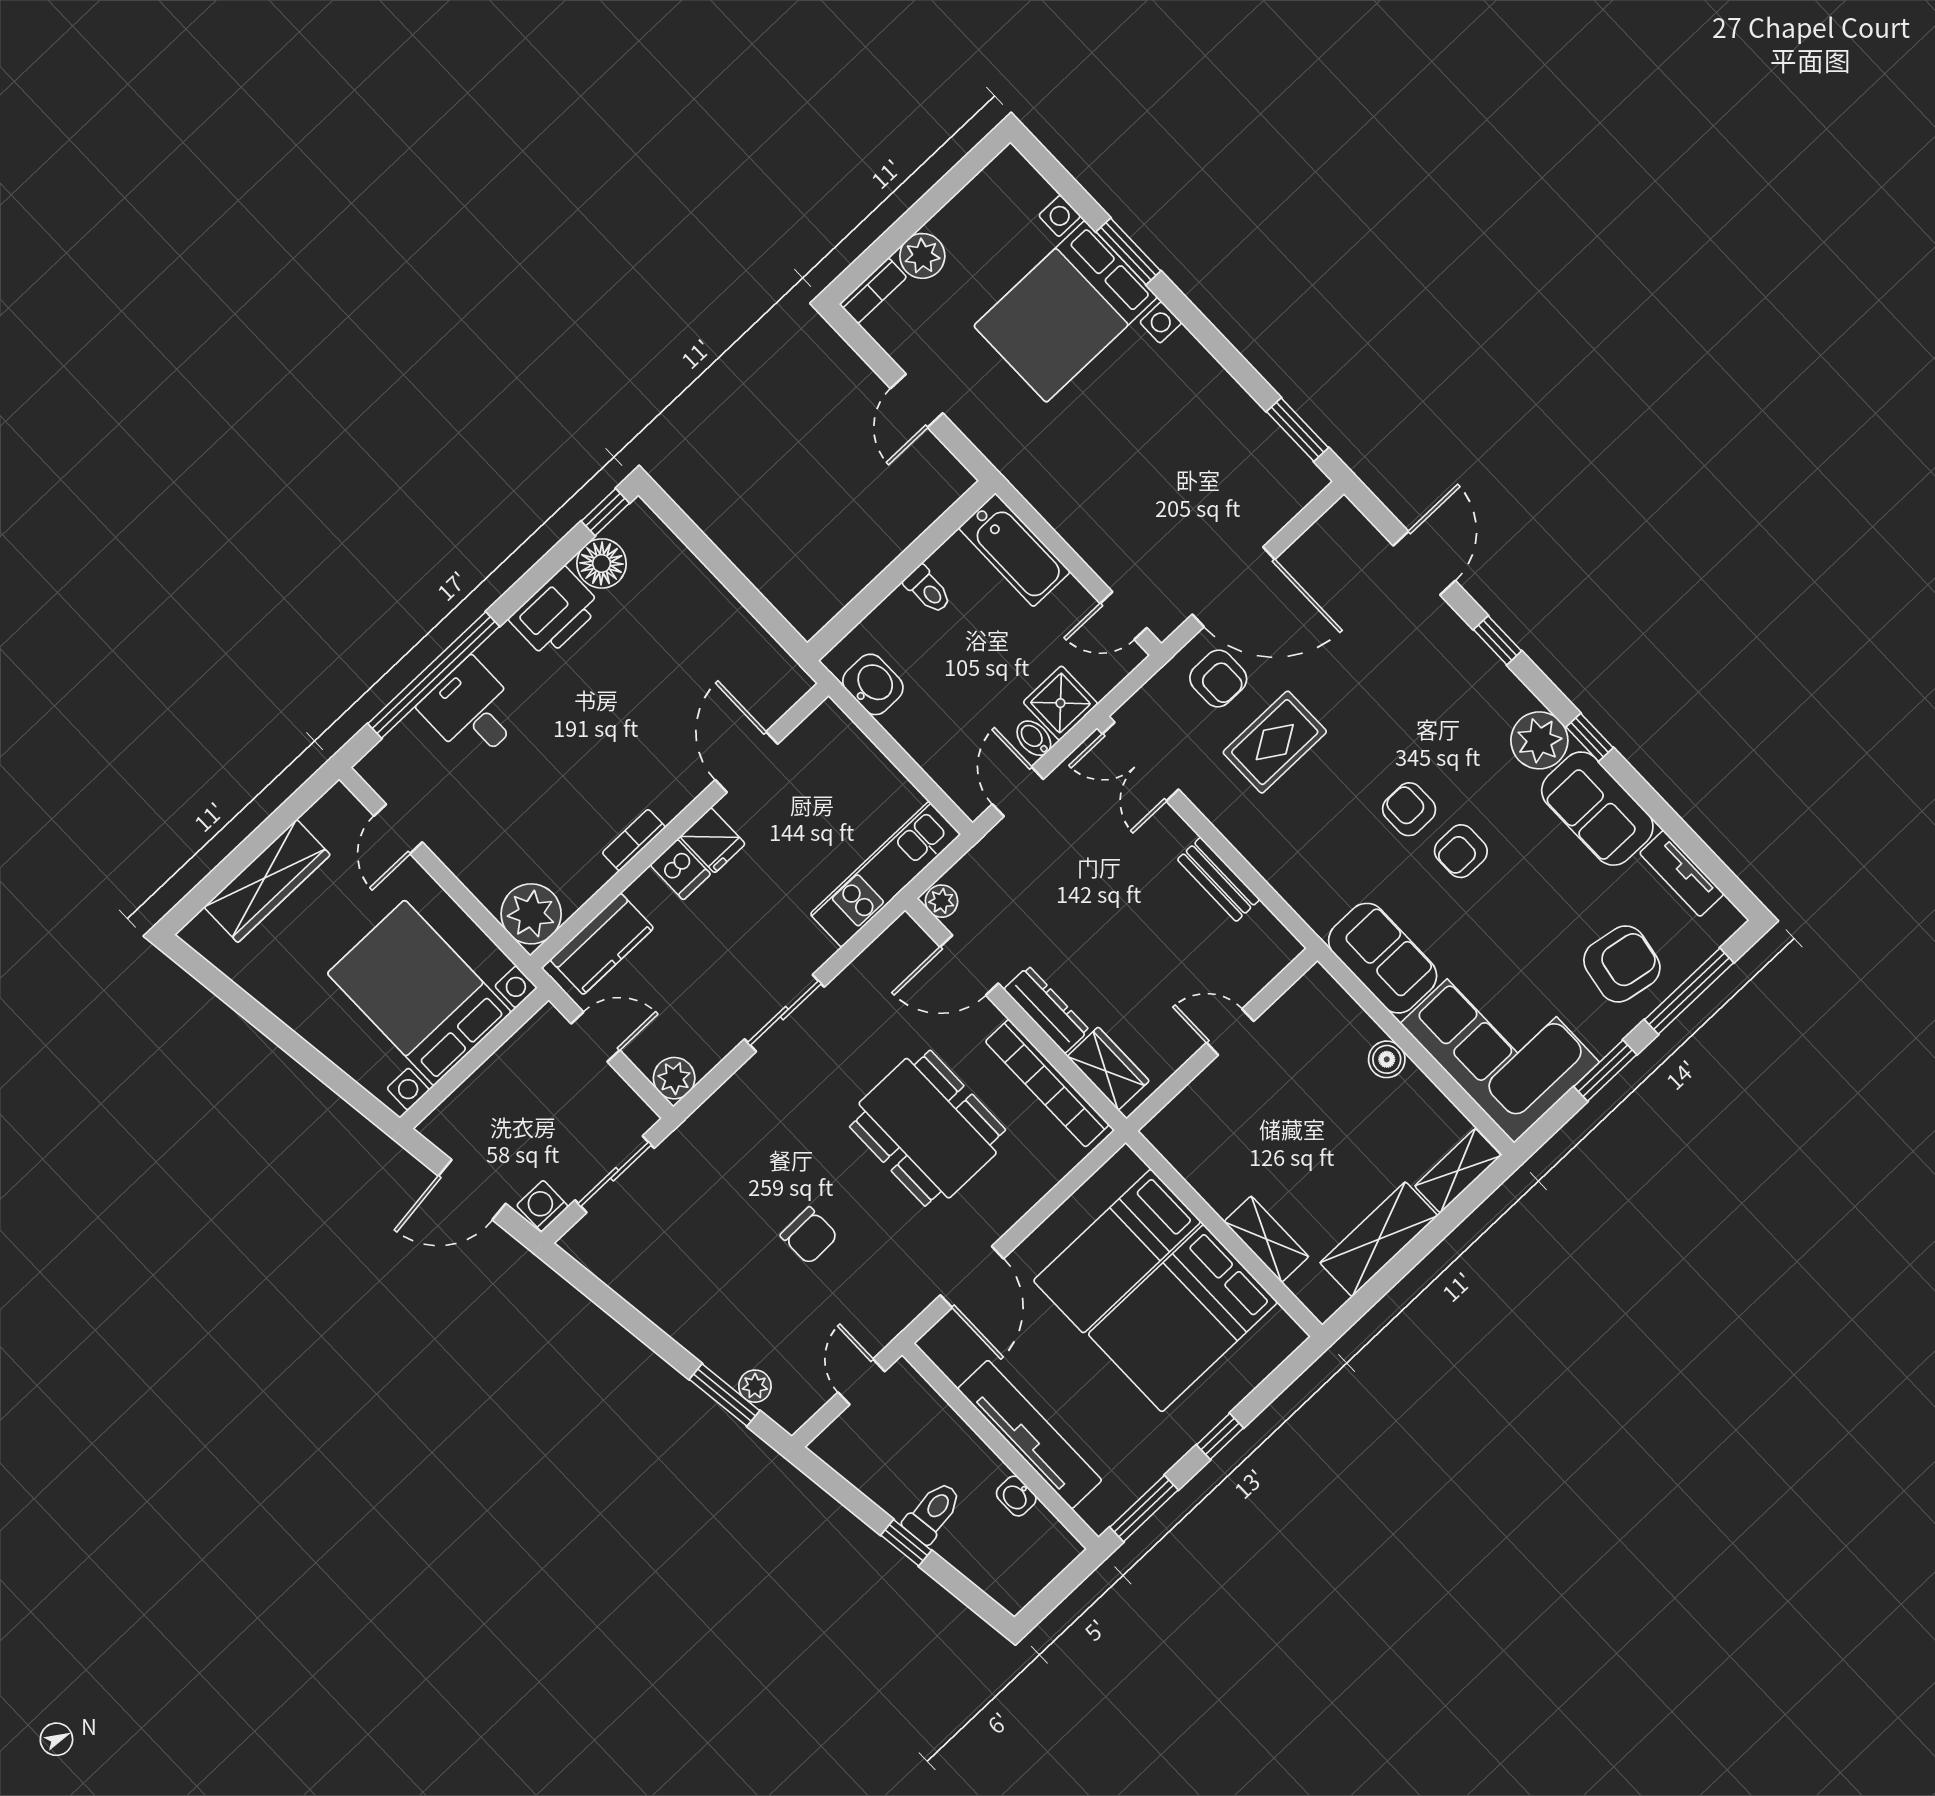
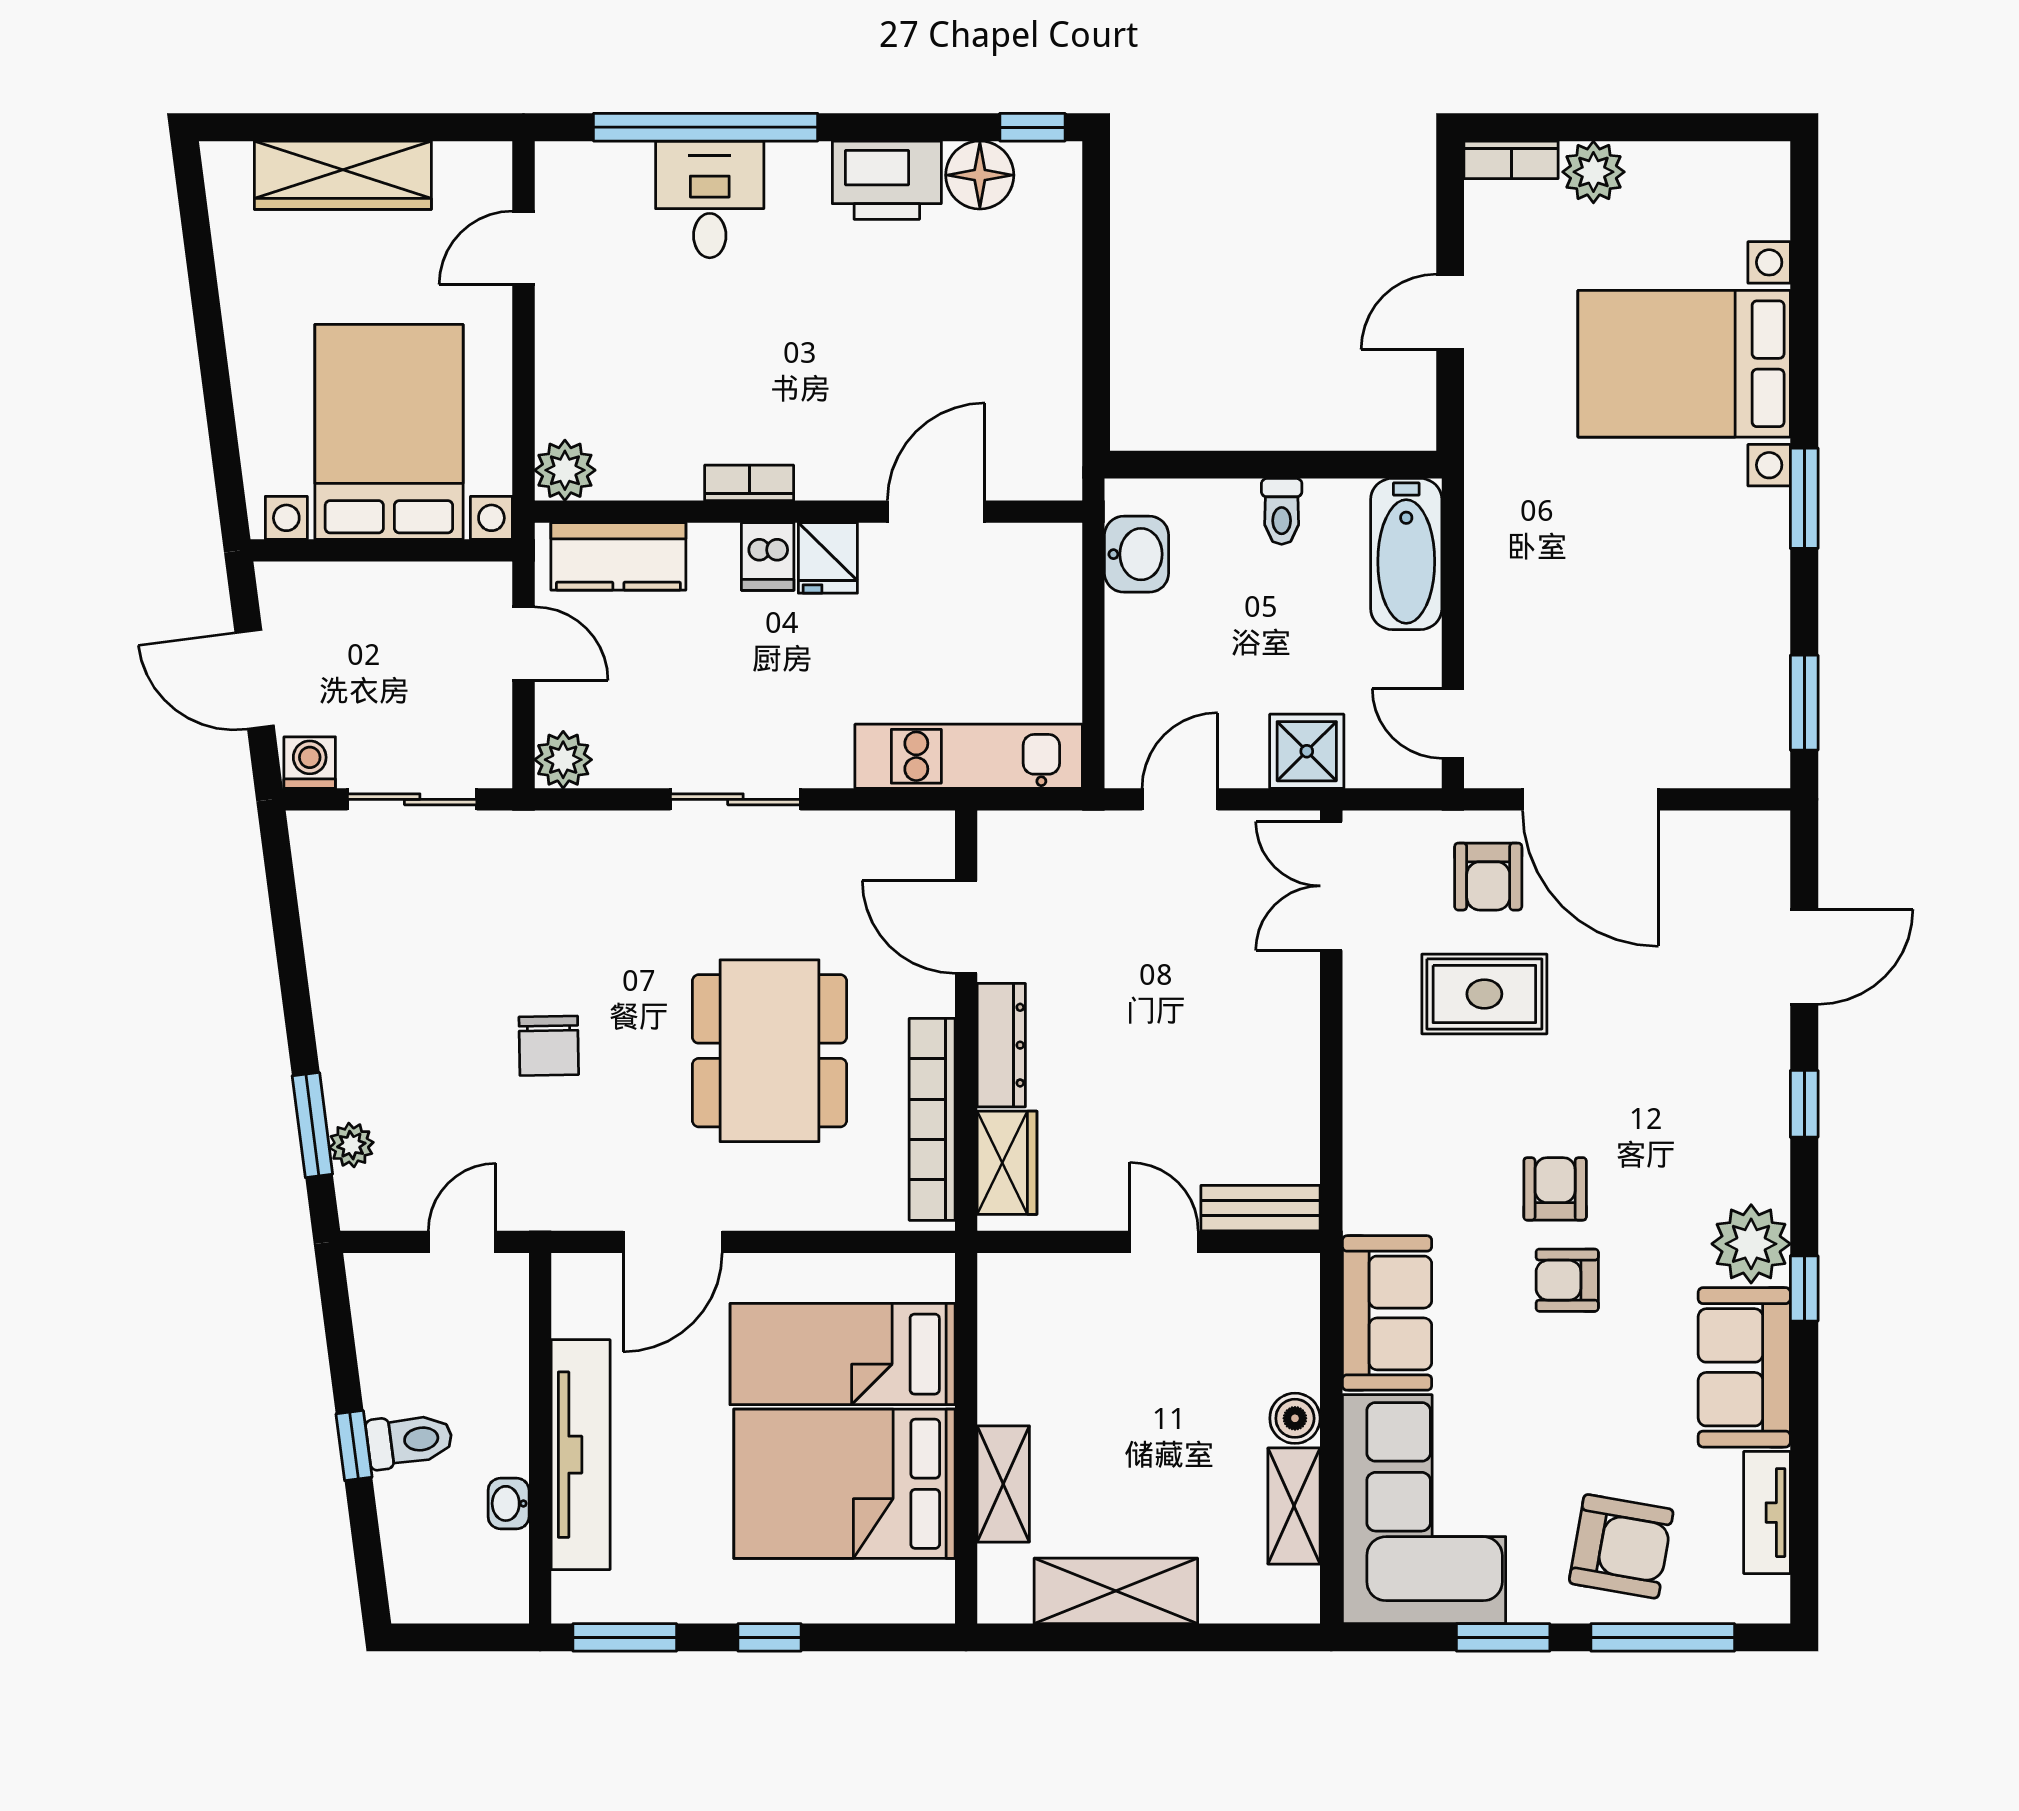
window: (1128, 251) -> (1804, 498), moved
bidet: (1034, 738) -> (1247, 761), removed
bench: (1218, 879) -> (1261, 1208), moved, turned 90
plant: (942, 901) -> (999, 837), removed
plant: (531, 914) -> (565, 470), width x0.73, depth x0.73
shelving: (1458, 1171) -> (1294, 1506), moved, turned 90

